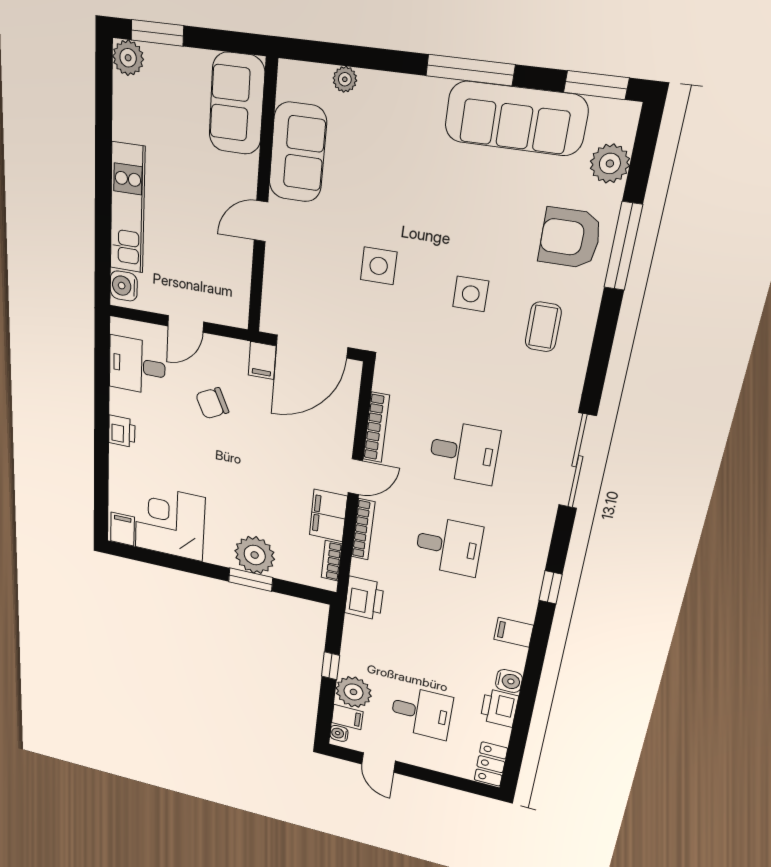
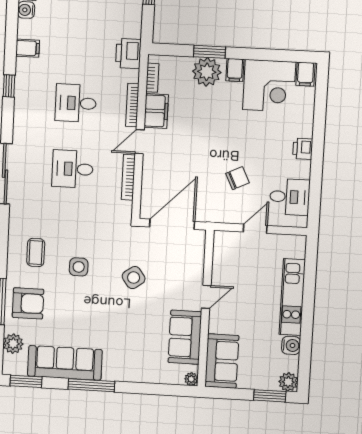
plant: (345, 79) -> (191, 379), moved
side table: (379, 266) -> (134, 278), turned -36
water cooler: (124, 286) -> (291, 345), moved
filing cabinet: (262, 361) -> (235, 70), moved, turned 180

